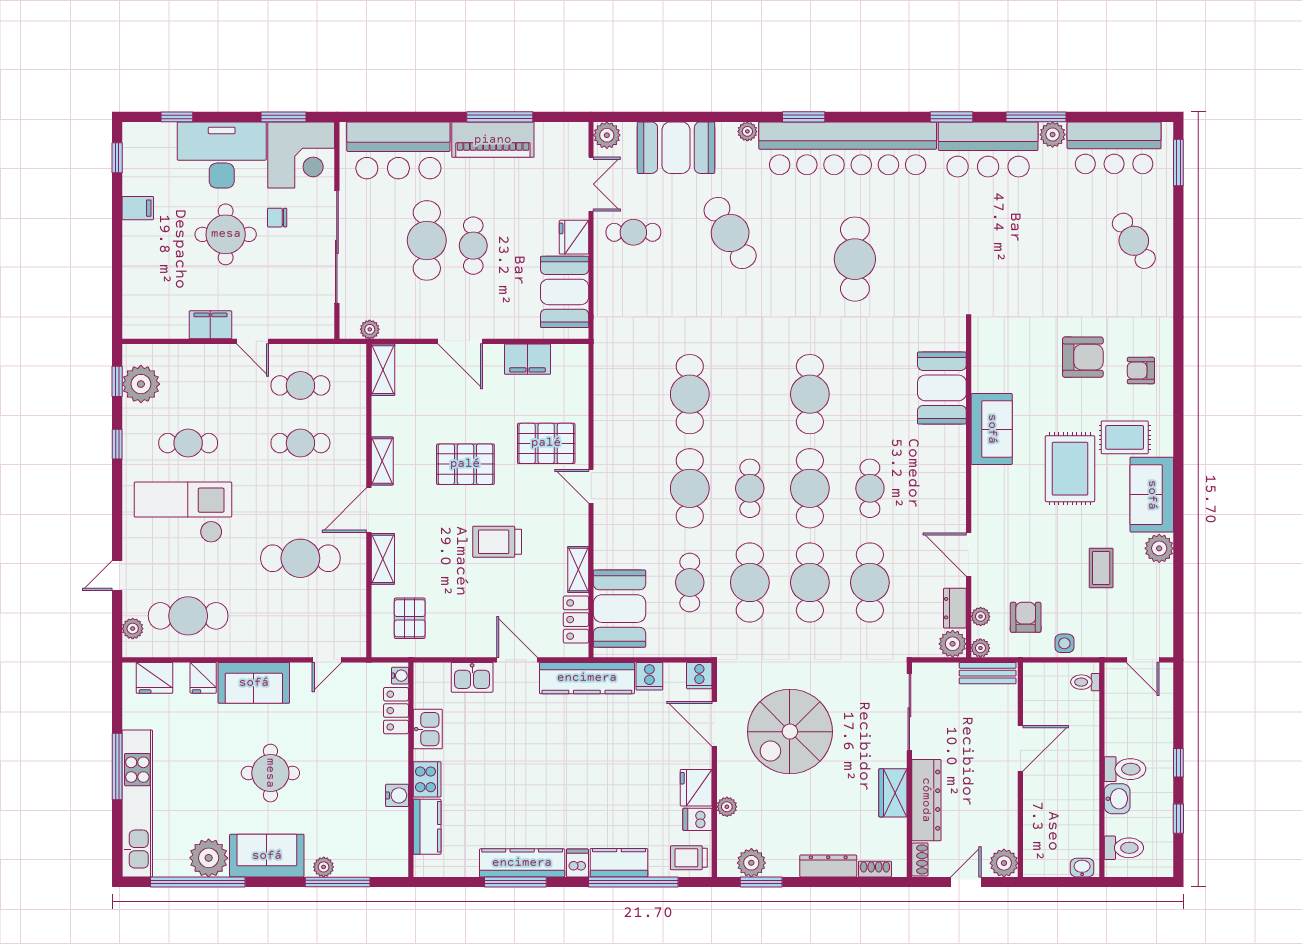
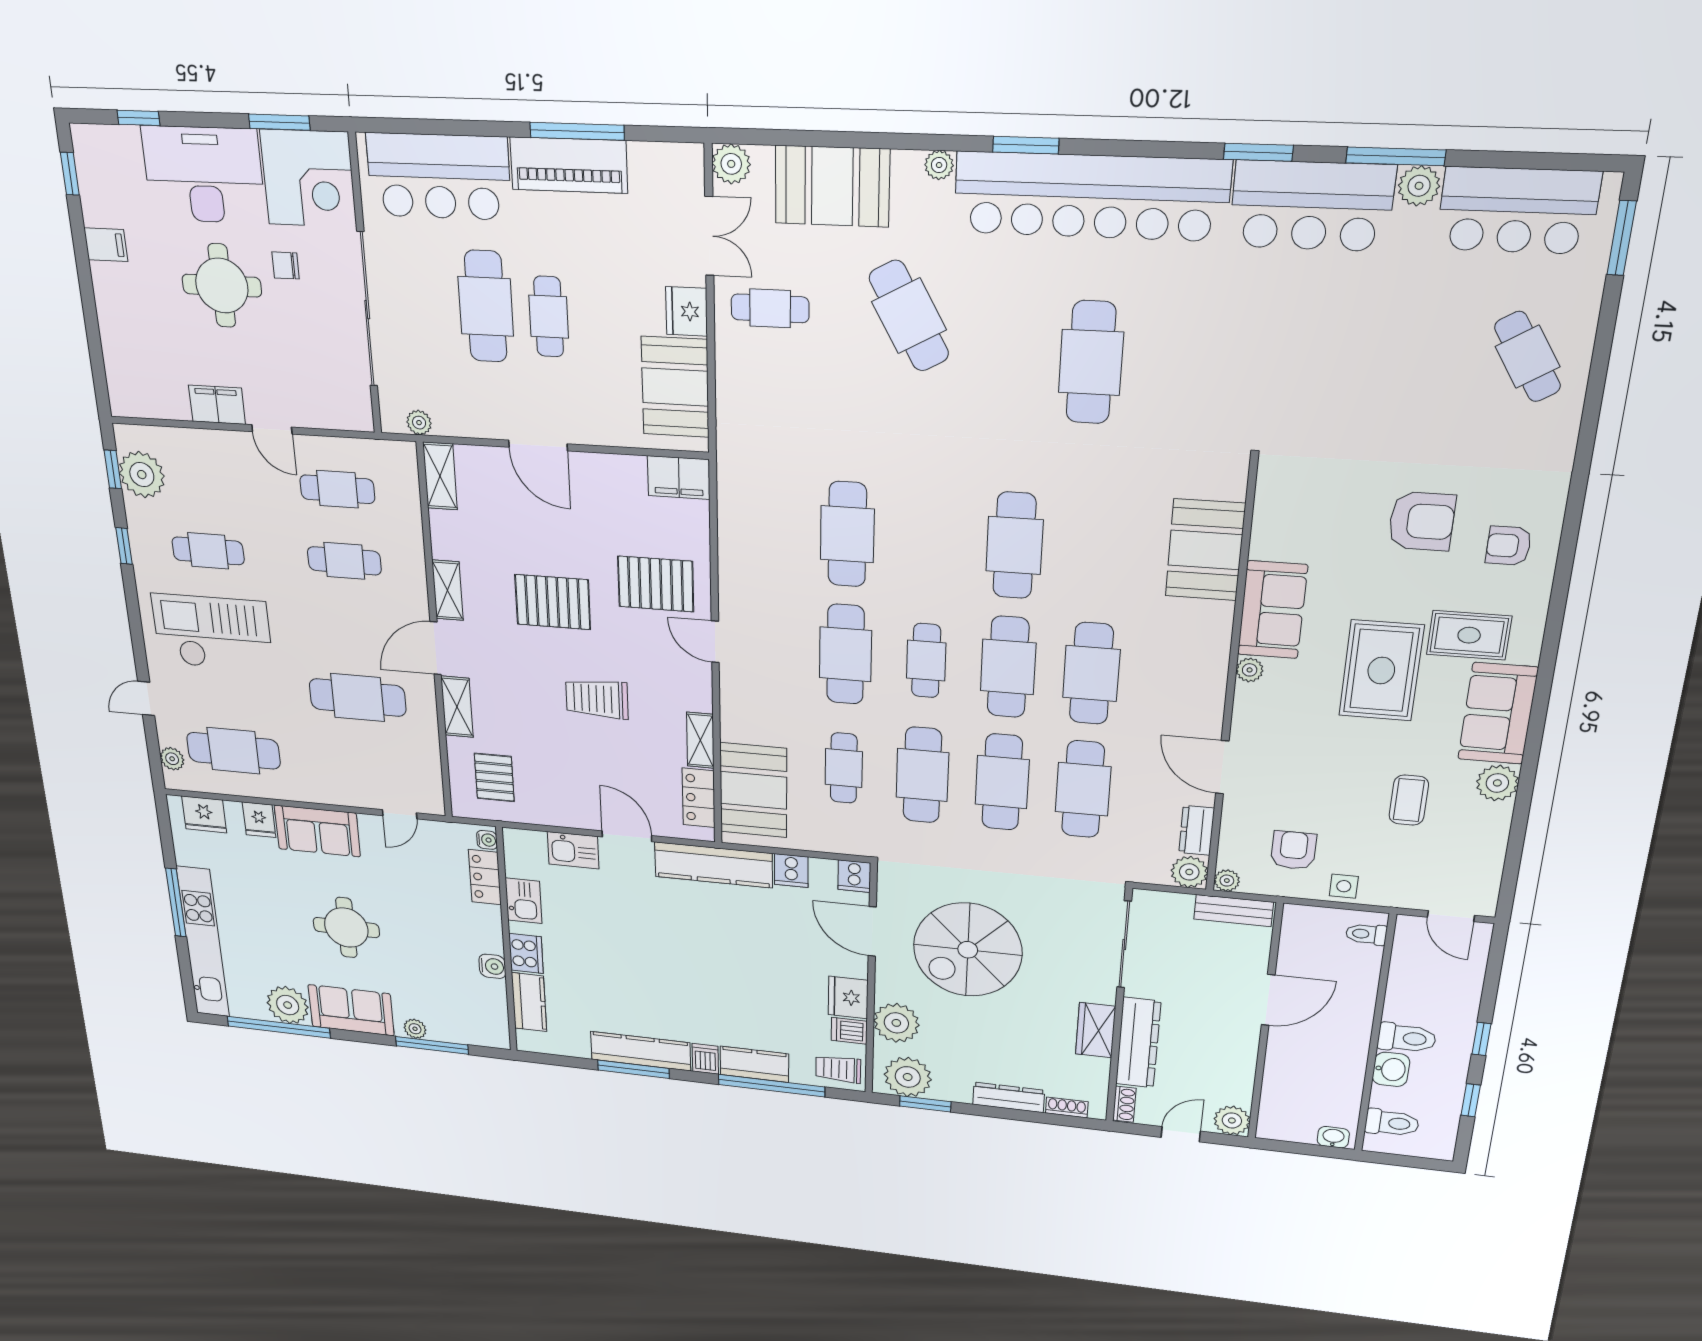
filing cabinet: (527, 359) -> (679, 477), moved
cafe table: (870, 488) -> (1091, 673), width x1.37, depth x1.35
plant: (981, 616) -> (1250, 670), moved
plant: (727, 807) -> (896, 1023), width x1.87, depth x1.87
plant: (751, 863) -> (908, 1077), width x1.36, depth x1.36

